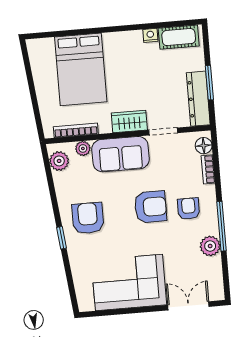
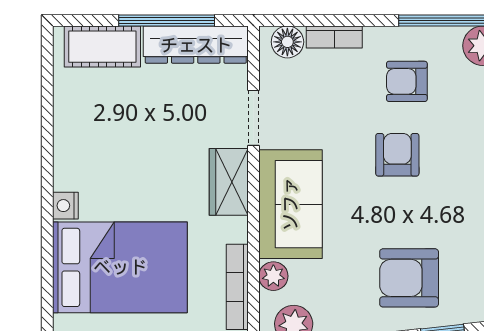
nightstand: (150, 35) -> (65, 206), moved
cot: (179, 37) -> (102, 47), moved, turned 90
window: (209, 83) -> (167, 20), width x1.44
armchair: (150, 207) -> (397, 155), width x0.72, depth x0.72

